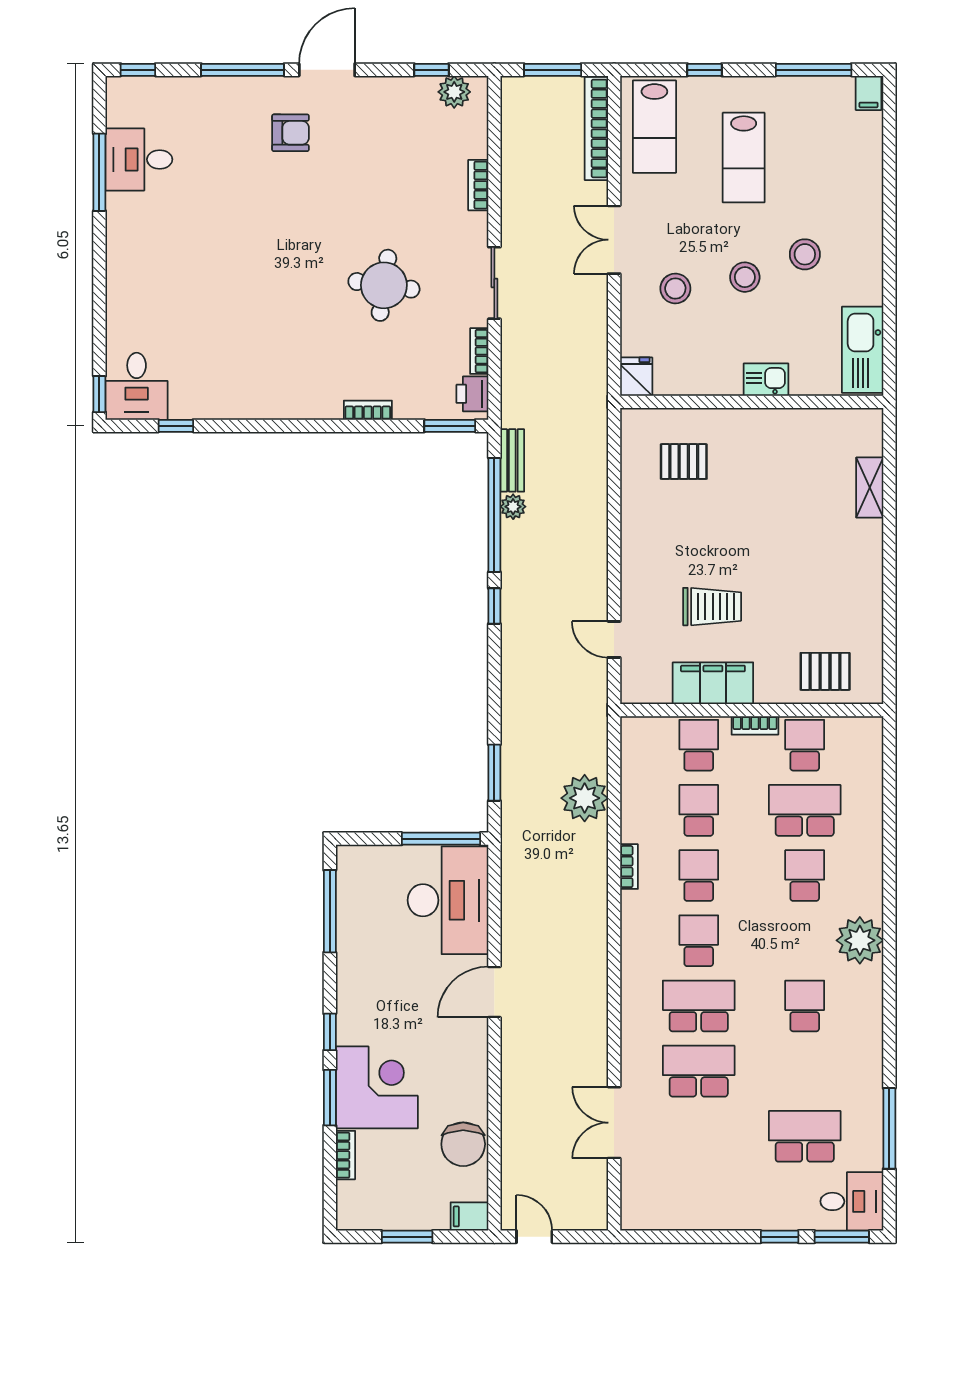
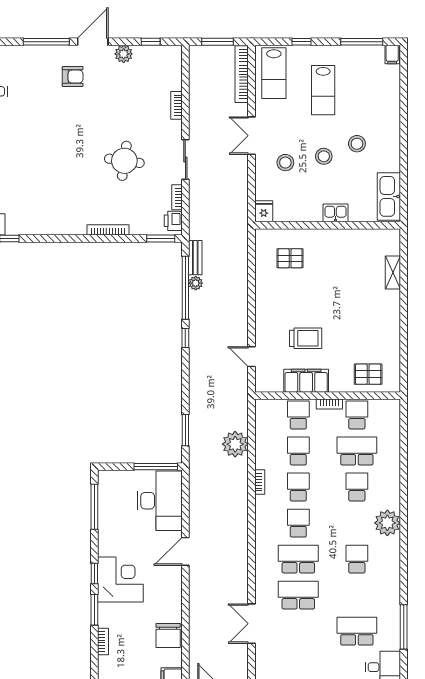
plant: (454, 92) -> (124, 54), moved
bookcase: (368, 410) -> (108, 230), width x1.56
corner desk: (377, 1087) -> (120, 580), moved

